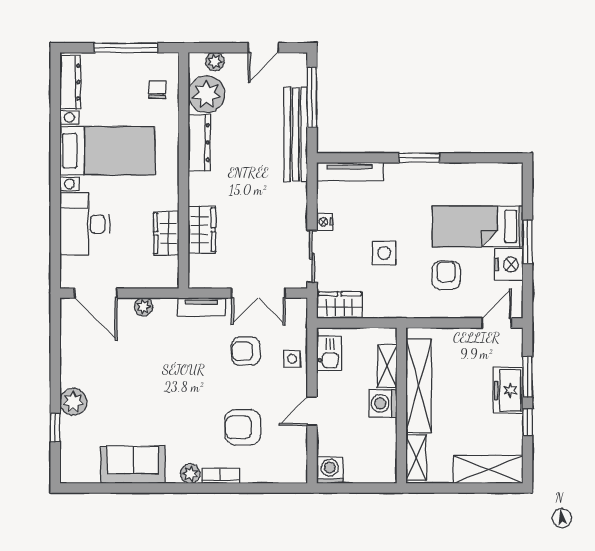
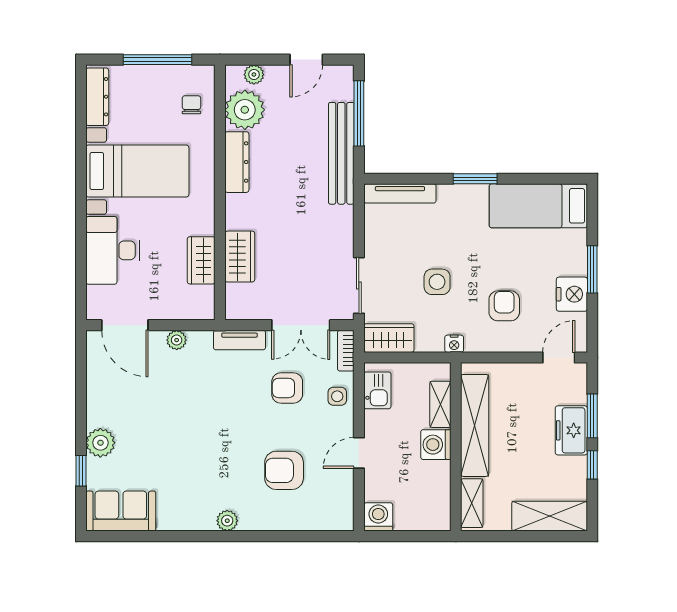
nightstand: (325, 222) -> (454, 344), moved, turned -90
bed: (478, 226) -> (538, 206), moved
sofa: (133, 465) -> (121, 511), moved
bookcase: (221, 476) -> (346, 351), moved, turned -90

